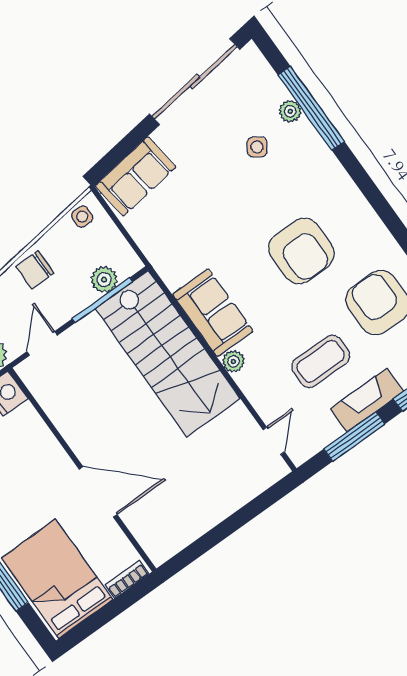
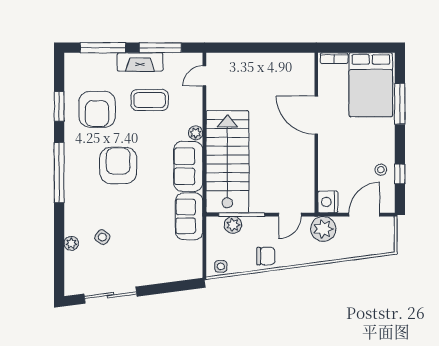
sliding door: (195, 82) -> (110, 295), width x0.73
window: (311, 108) -> (59, 173), moved
sofa: (136, 176) -> (189, 216), moved, turned -82

